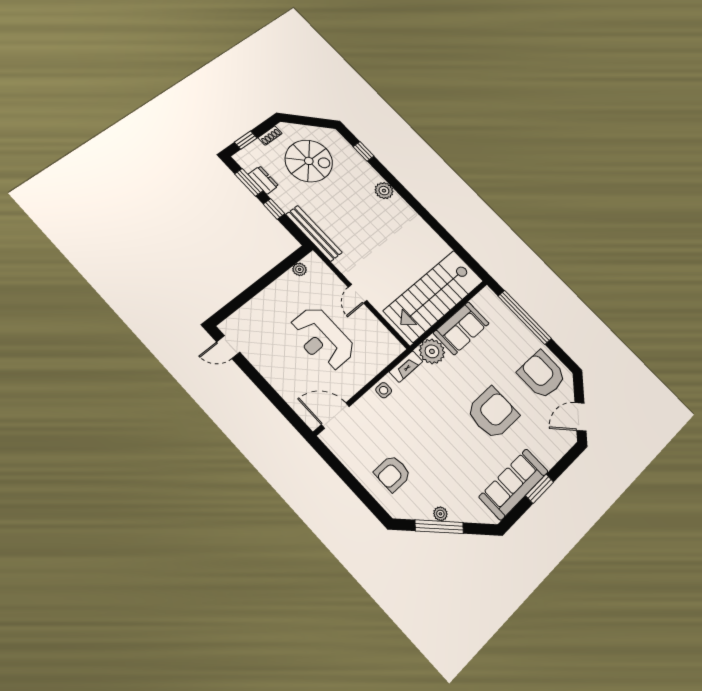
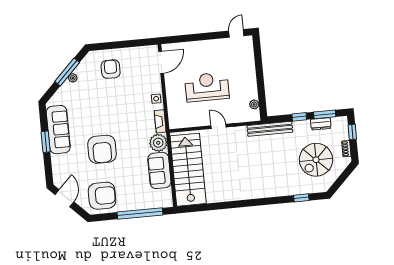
plant: (384, 191) -> (269, 191), removed

